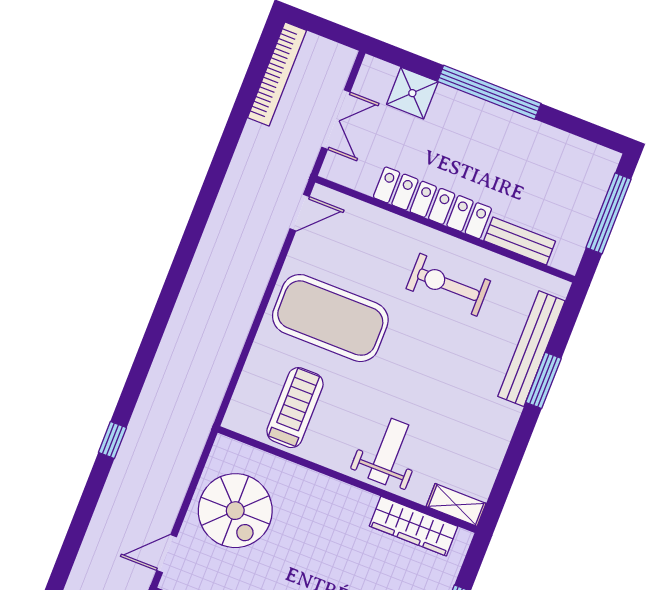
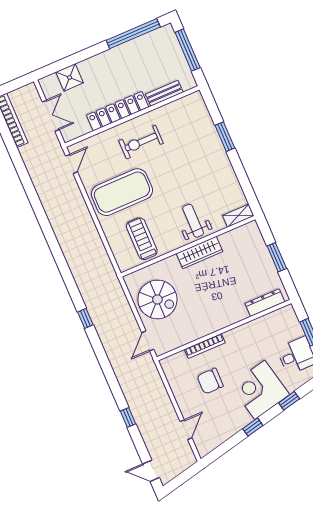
window: (489, 92) -> (133, 34), moved
exercise bike: (448, 285) -> (141, 142), moved
bench: (531, 349) -> (209, 129), removed
wardrobe: (414, 526) -> (200, 253), moved

